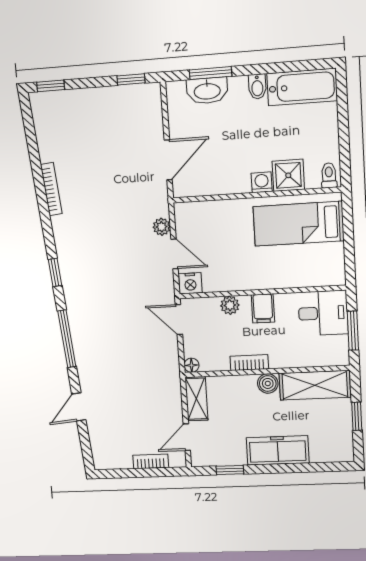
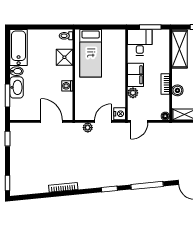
washbasin: (207, 91) -> (17, 87), moved
washing machine: (262, 182) -> (67, 86), moved
filing cabinet: (263, 308) -> (136, 75), width x2.00
boiler: (268, 383) -> (177, 90), moved

